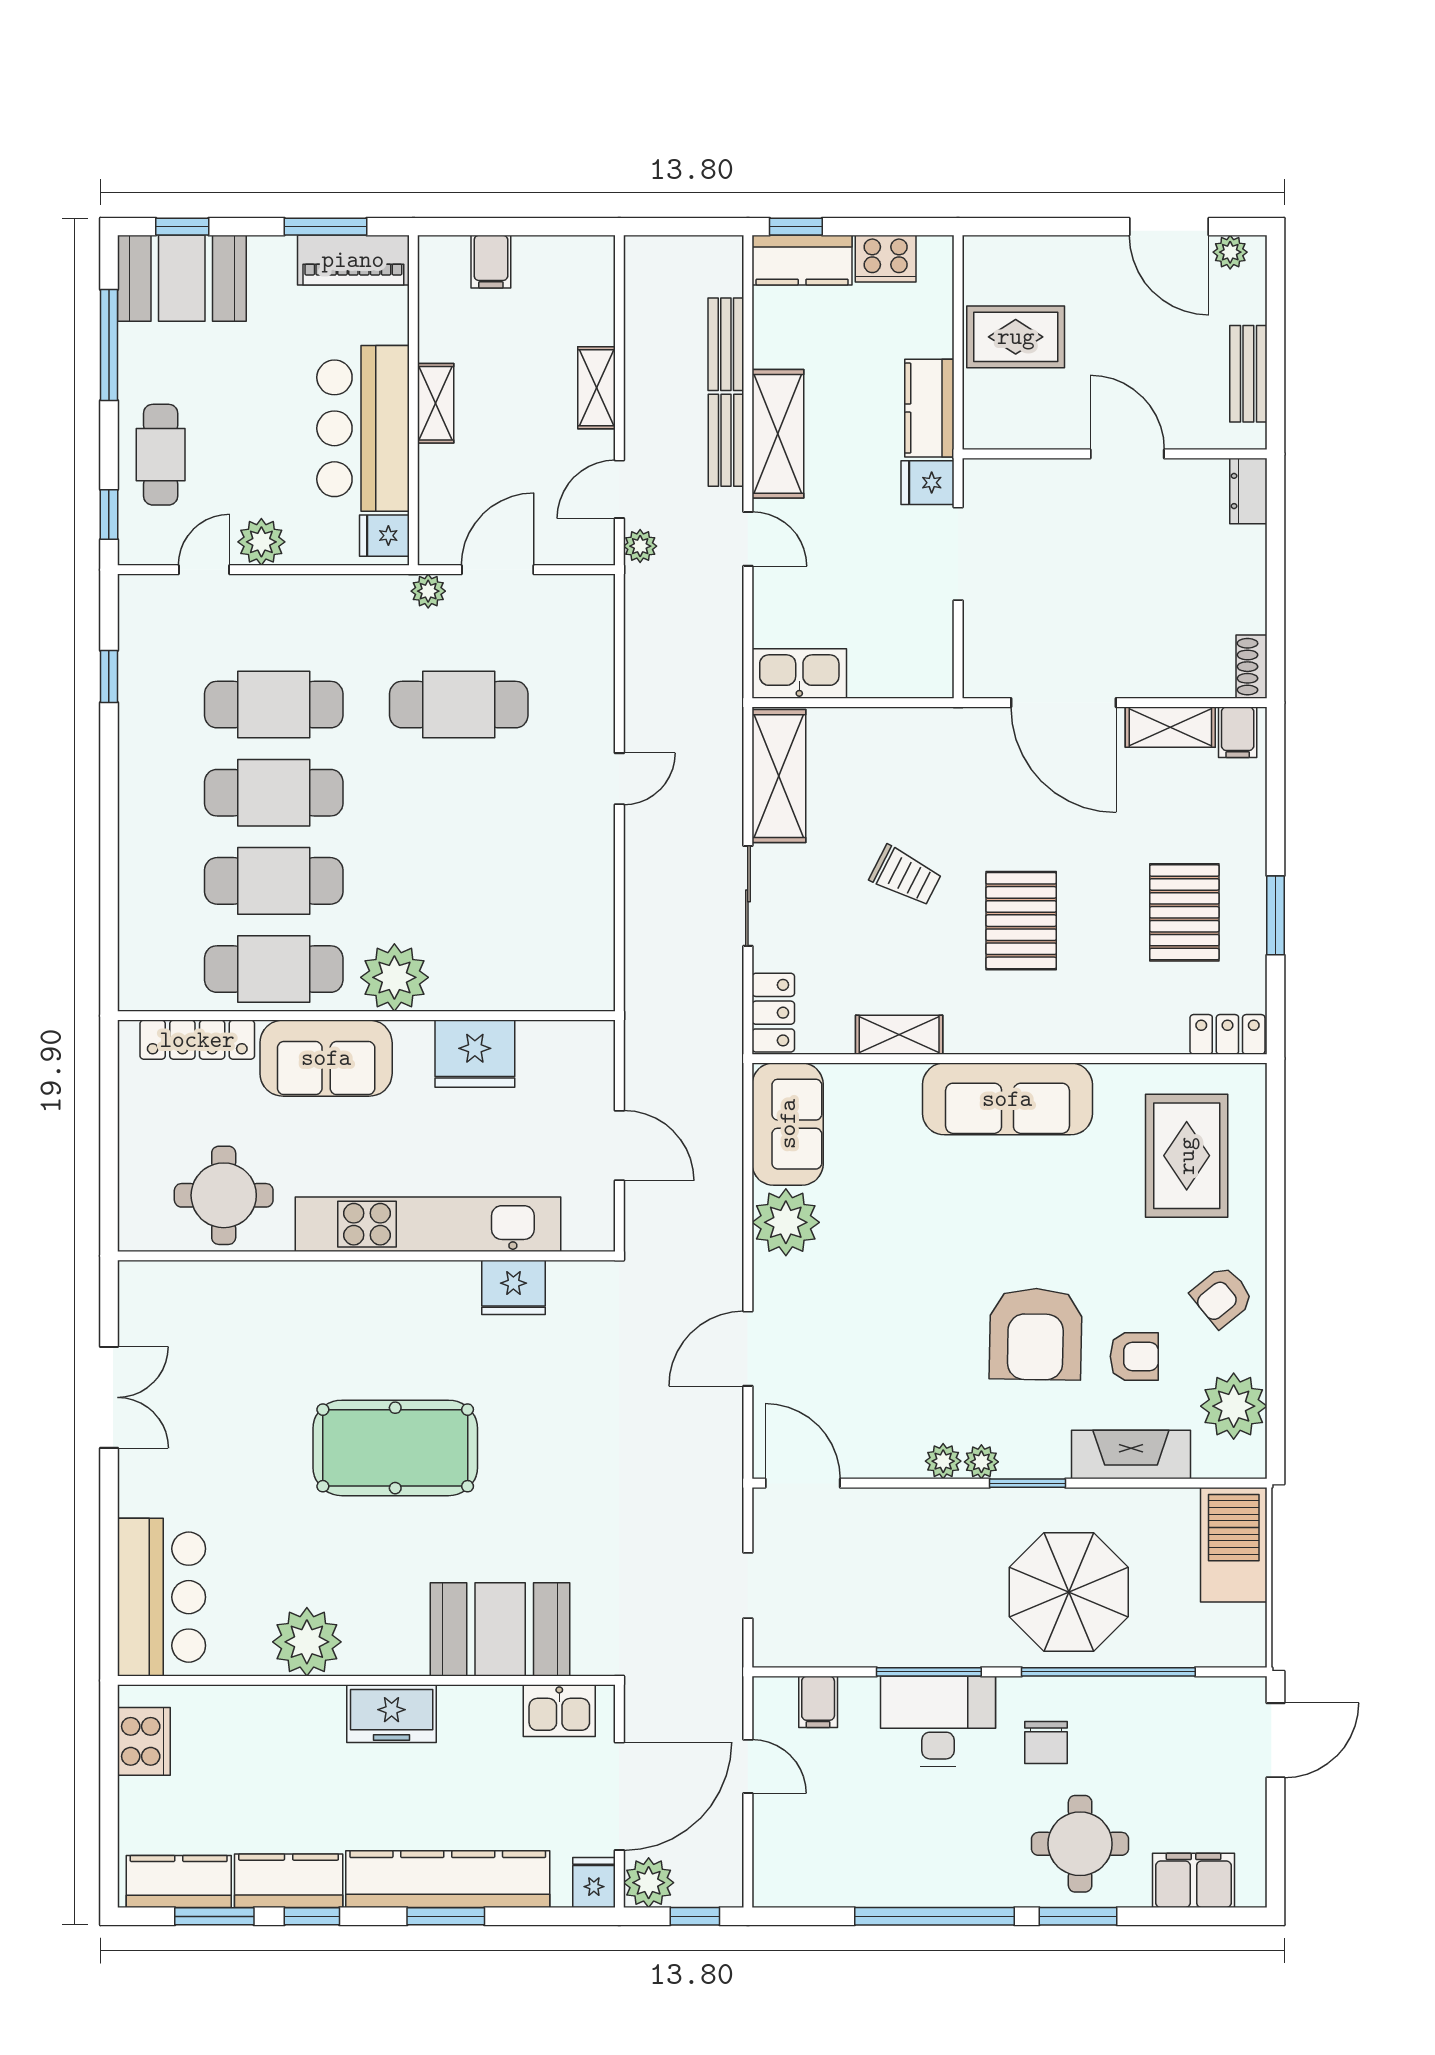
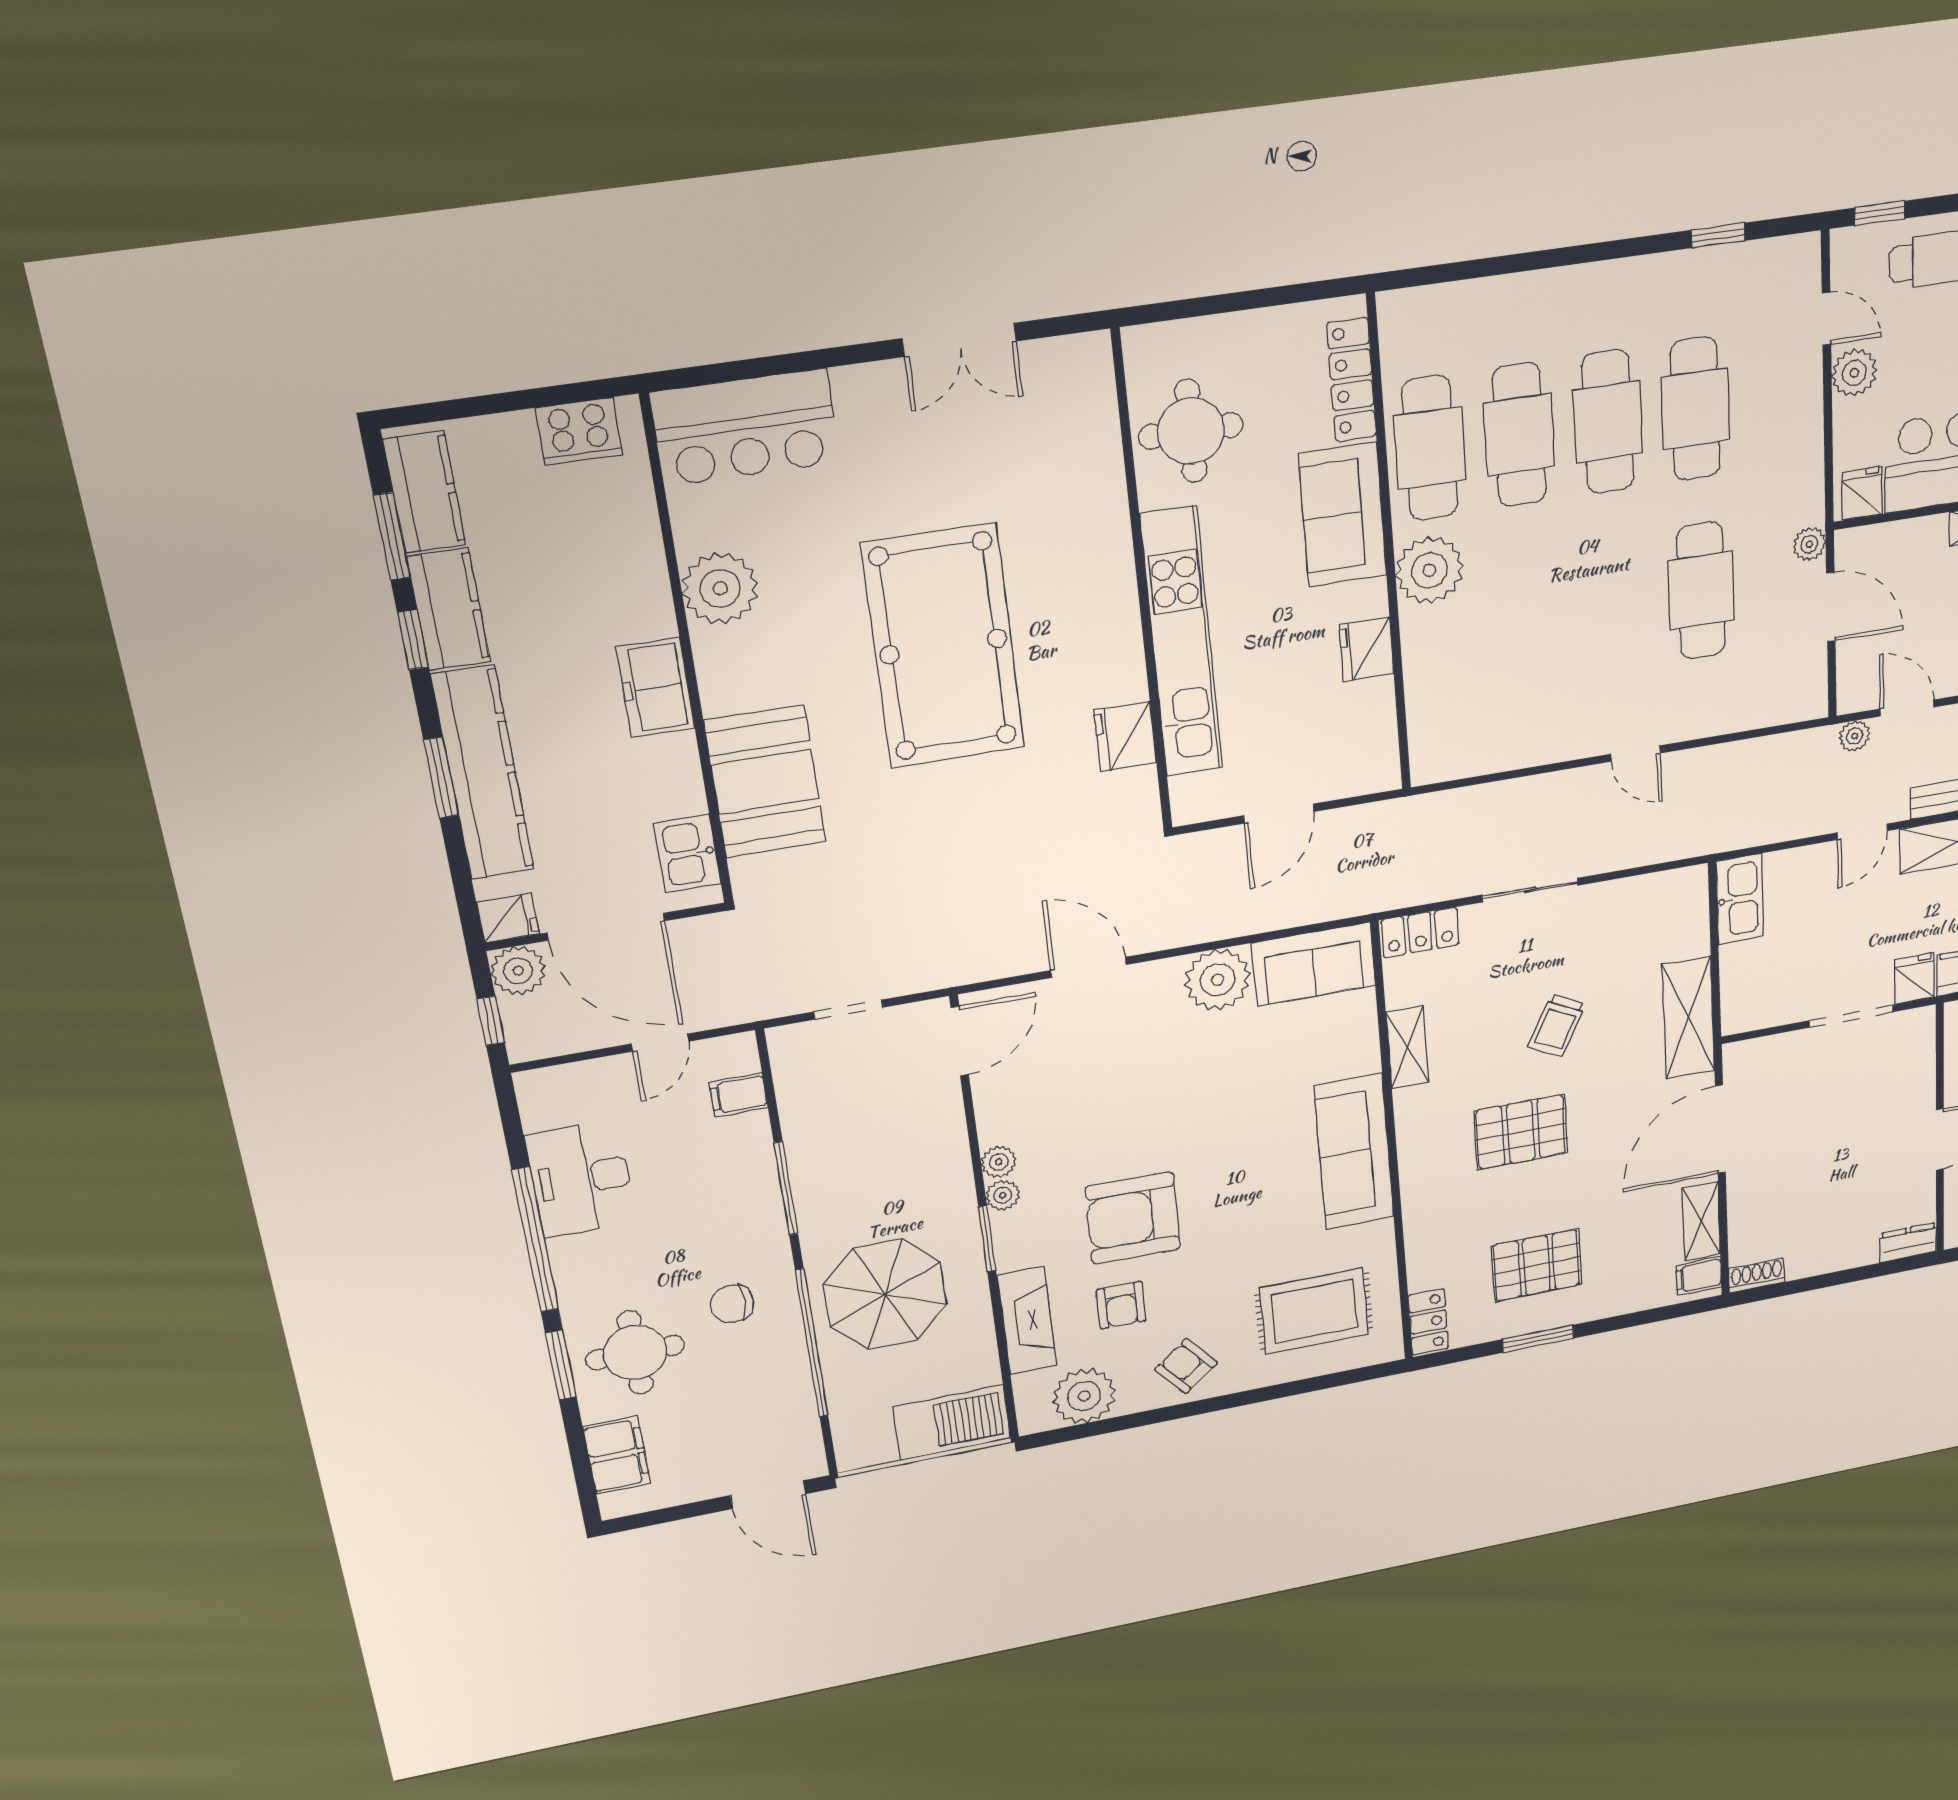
shelving: (779, 776) -> (1688, 1018), moved, turned 90
fridge: (475, 1054) -> (1367, 649), width x0.73, depth x0.75
pool table: (395, 1448) -> (943, 647), width x1.36, depth x1.32
desk: (938, 1721) -> (581, 1179), moved, turned 180

